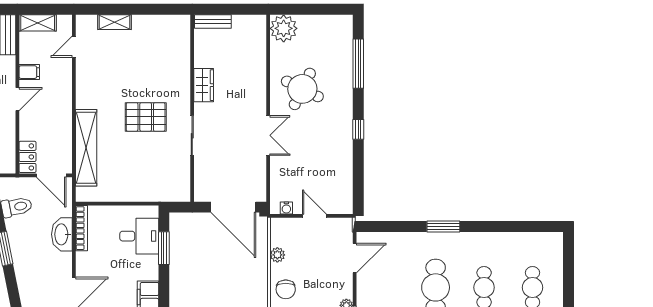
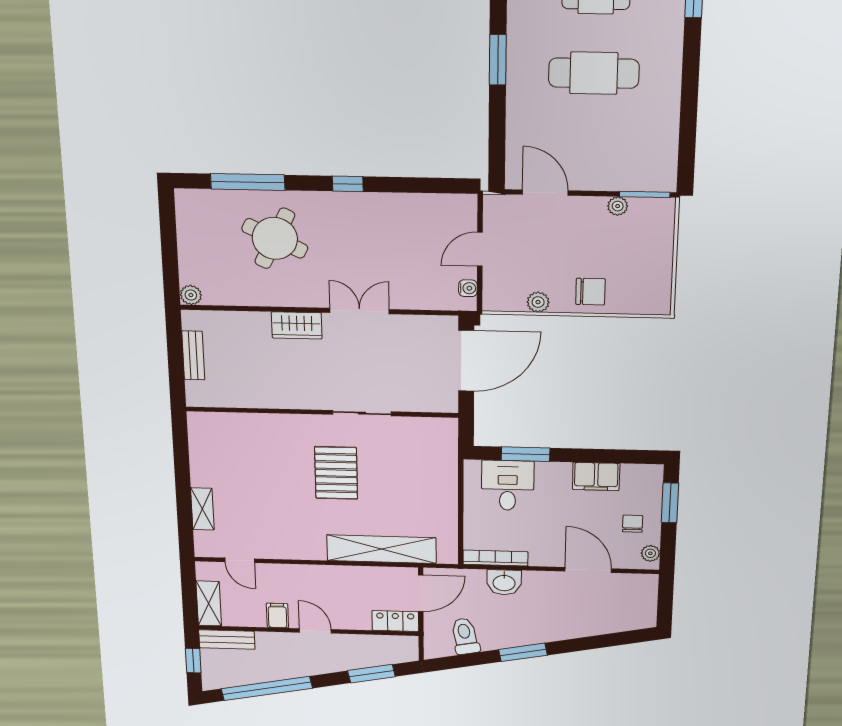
bench: (213, 21) -> (193, 355), moved
plant: (284, 28) -> (191, 295), width x0.53, depth x0.53
wardrobe: (204, 85) -> (297, 325), moved, turned 180
round table: (302, 89) -> (275, 238), moved
washbasin: (62, 234) -> (504, 582), width x0.72

